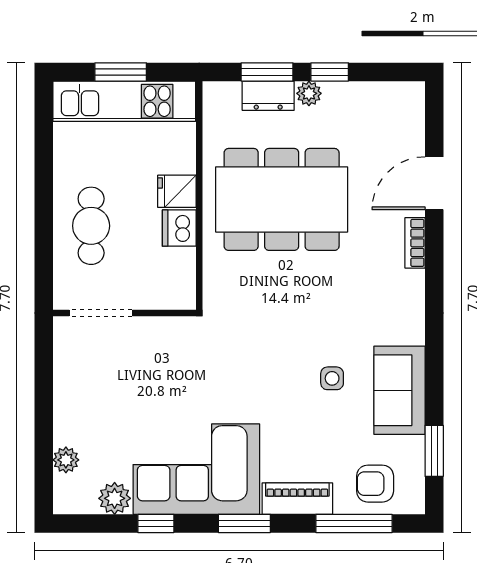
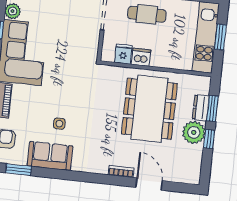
plant: (309, 93) -> (194, 132), width x1.87, depth x1.87
fridge: (177, 191) -> (123, 54), moved

